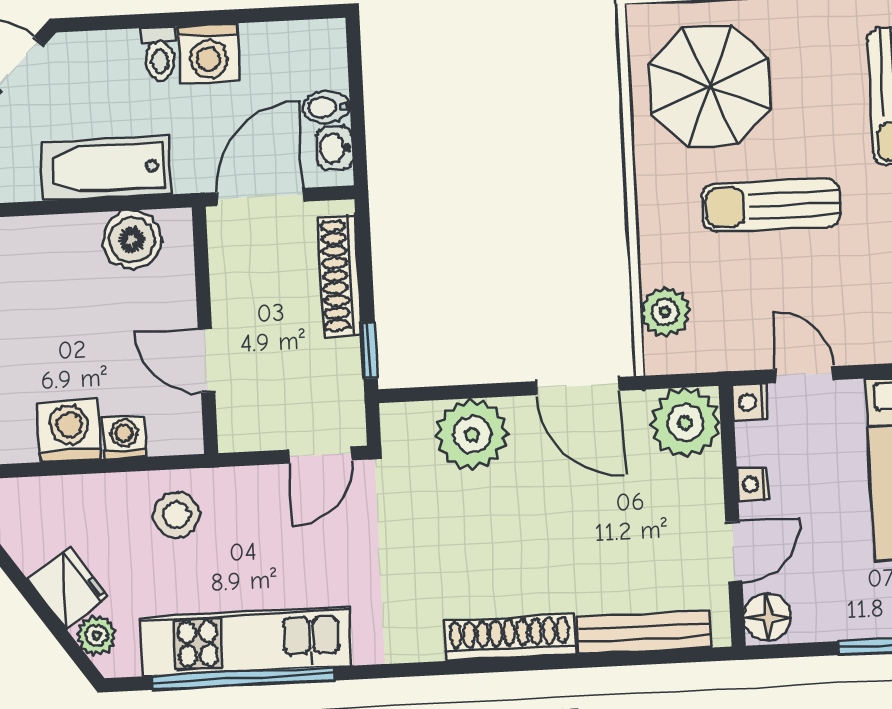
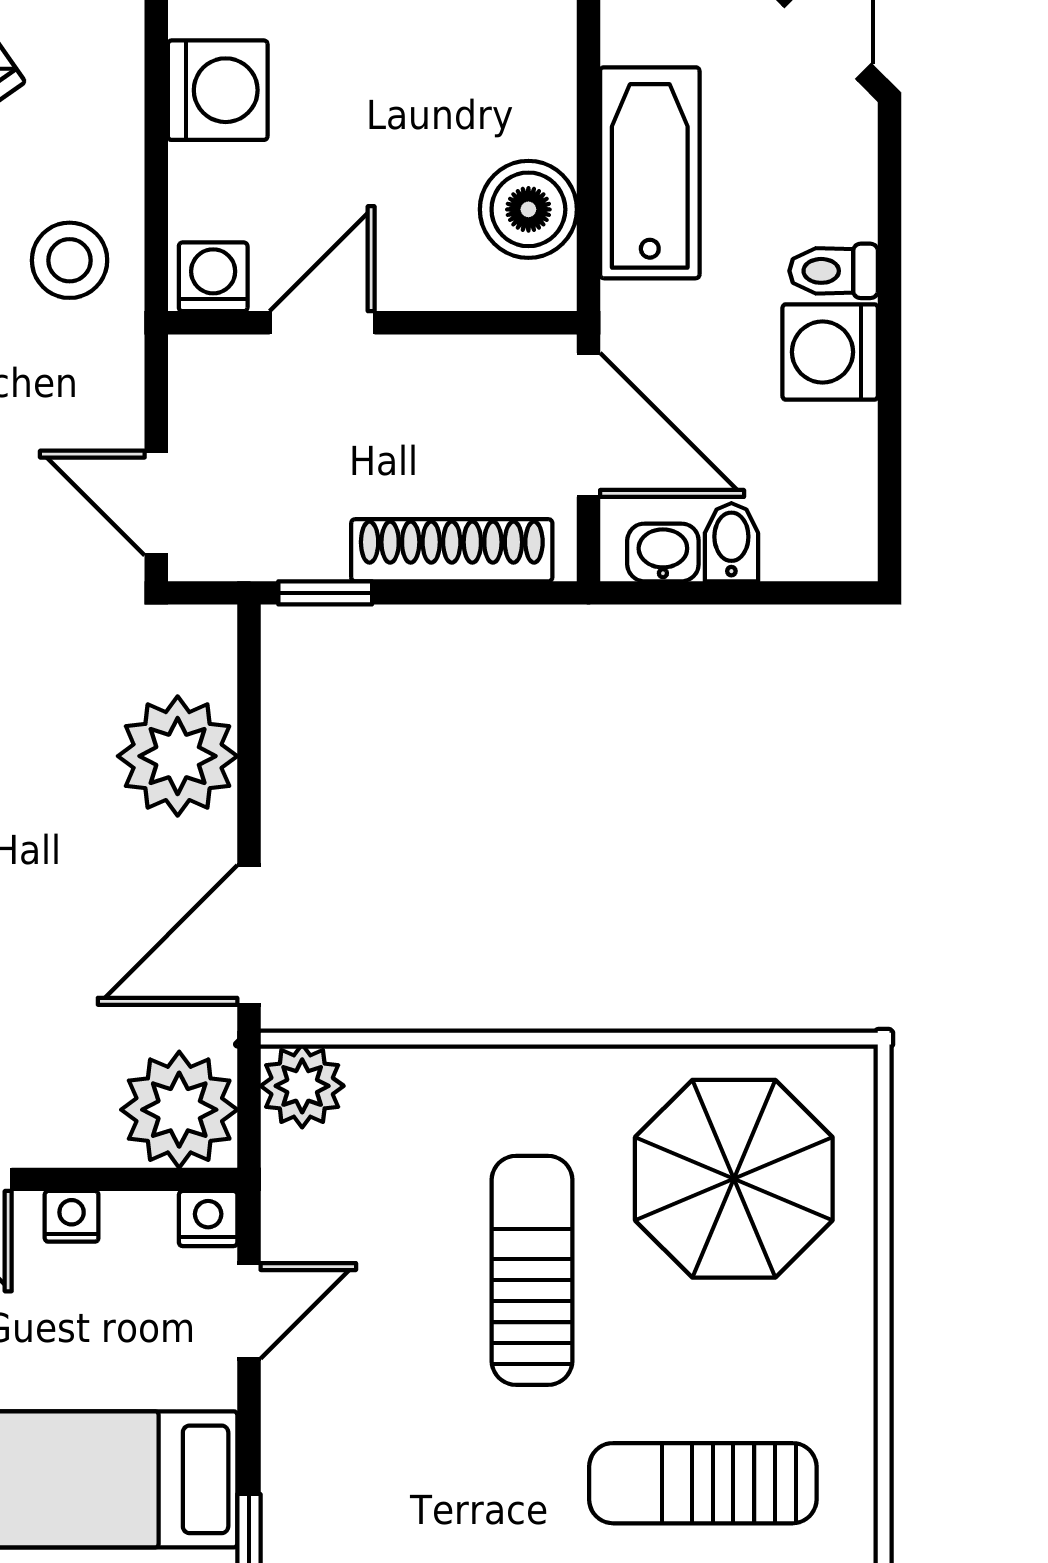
plant: (665, 312) -> (302, 1086), moved
washing machine: (124, 437) -> (213, 277), moved, turned -90

